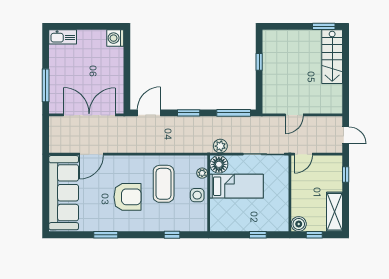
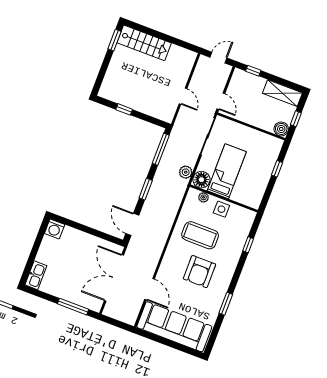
armchair: (128, 197) -> (199, 272), turned 180

